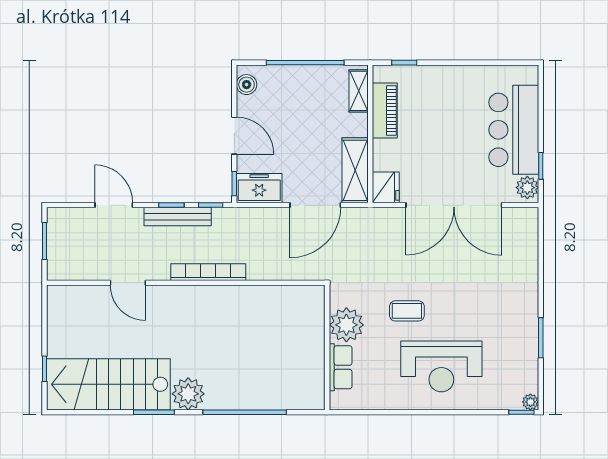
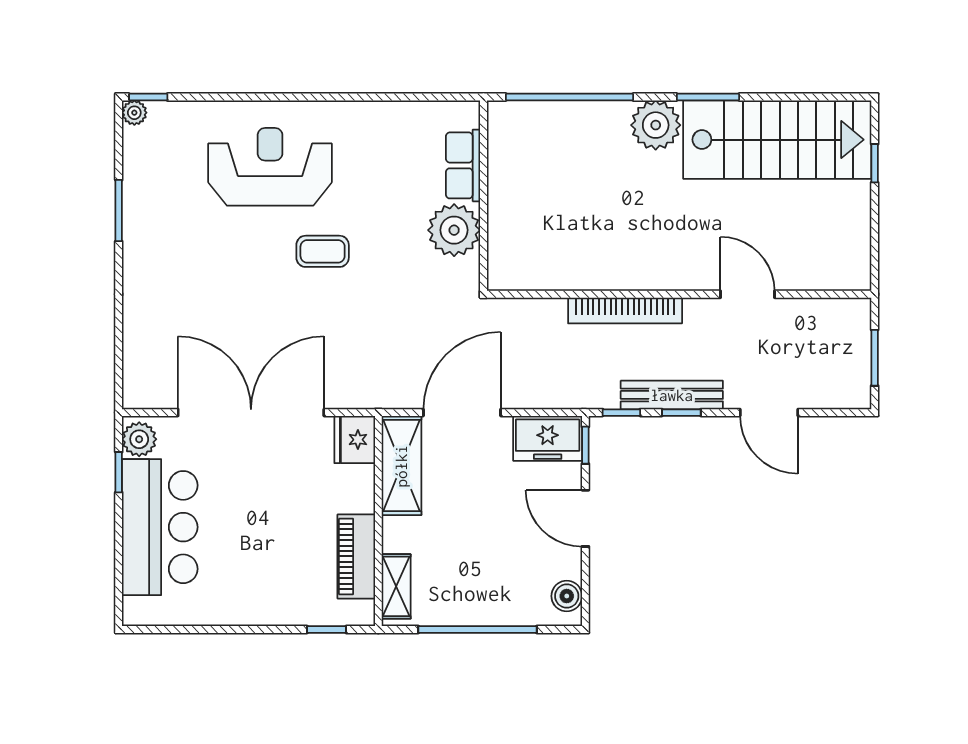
plant: (346, 325) -> (454, 230), moved
wall: (327, 347) -> (484, 196), moved
row of seats: (341, 367) -> (463, 165), moved

